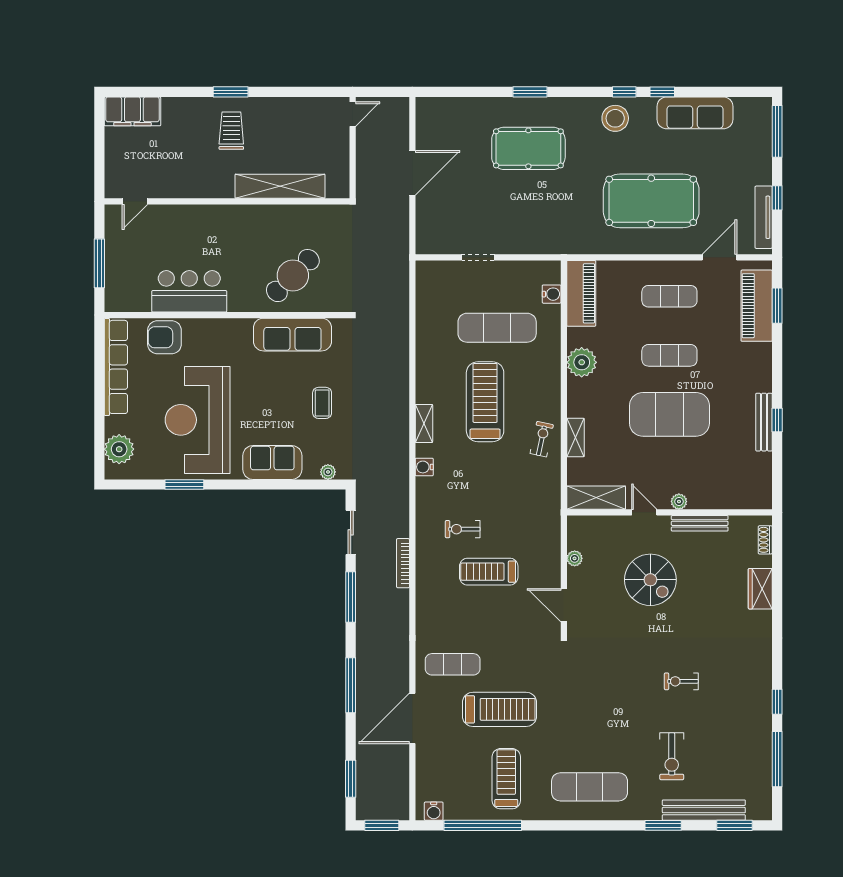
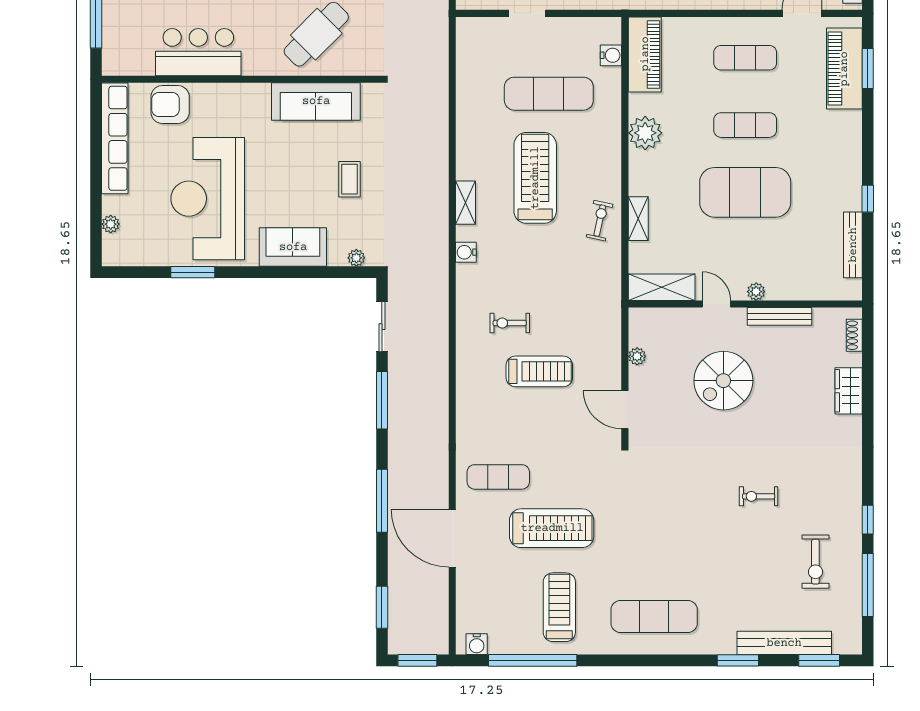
bench: (764, 422) -> (853, 245), moved
plant: (119, 449) -> (111, 224), width x0.53, depth x0.53
bookcase: (403, 563) -> (442, 362), removed
treadmill: (489, 572) -> (539, 371), turned 180
spiral stairs: (650, 580) -> (723, 381), turned 90
door: (412, 718) -> (452, 538), hinge flipped
exercise bike: (672, 756) -> (815, 562), moved

